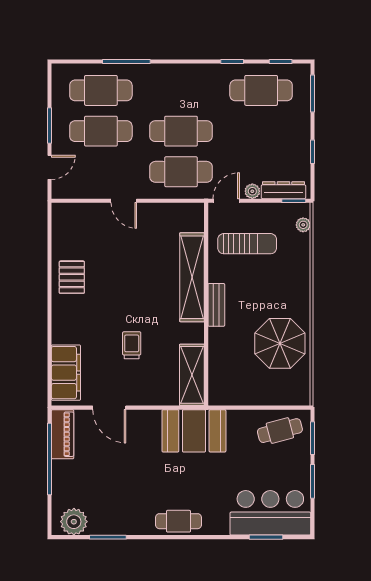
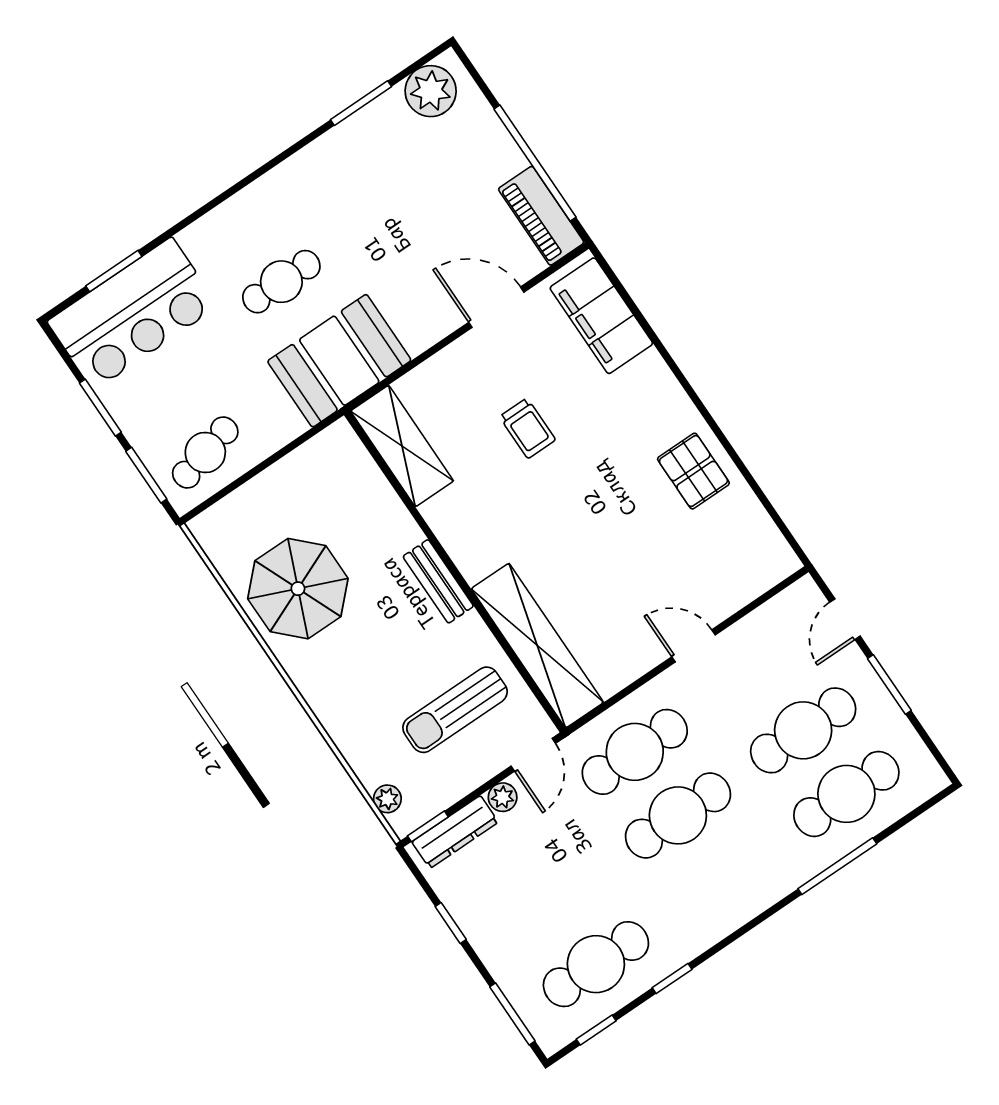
shelving: (192, 277) -> (537, 646), moved
cafe table: (178, 521) -> (281, 282), moved

